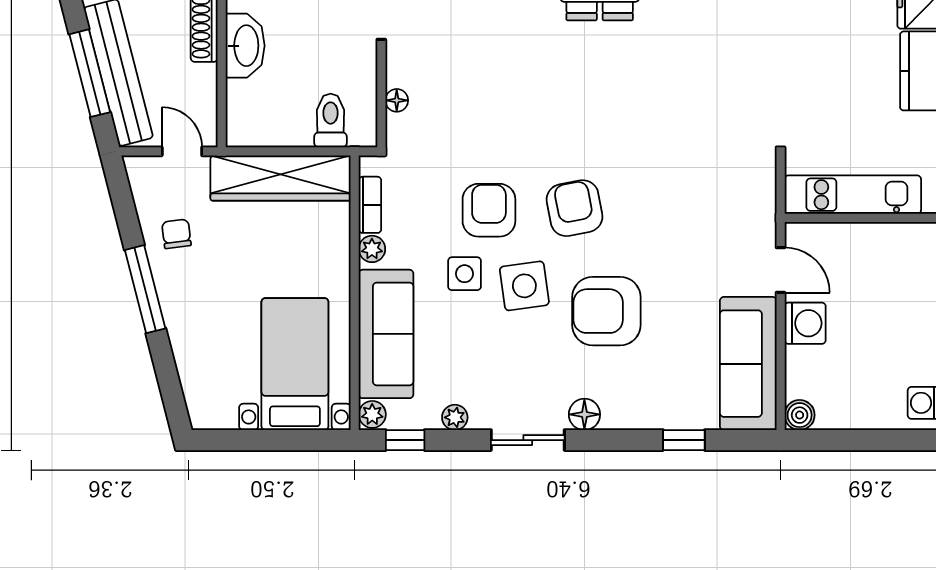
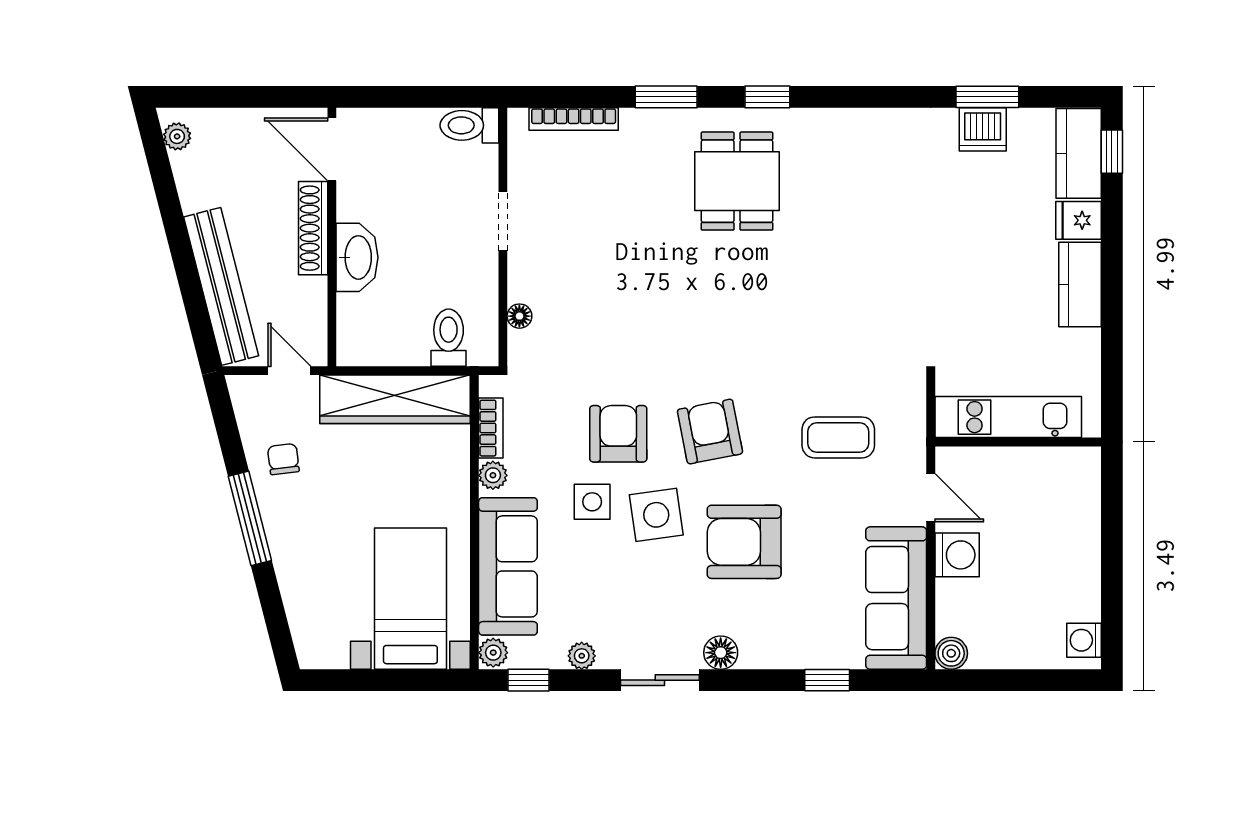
window: (90, 73) -> (191, 287), removed
coffee table: (694, 214) -> (838, 437), added

